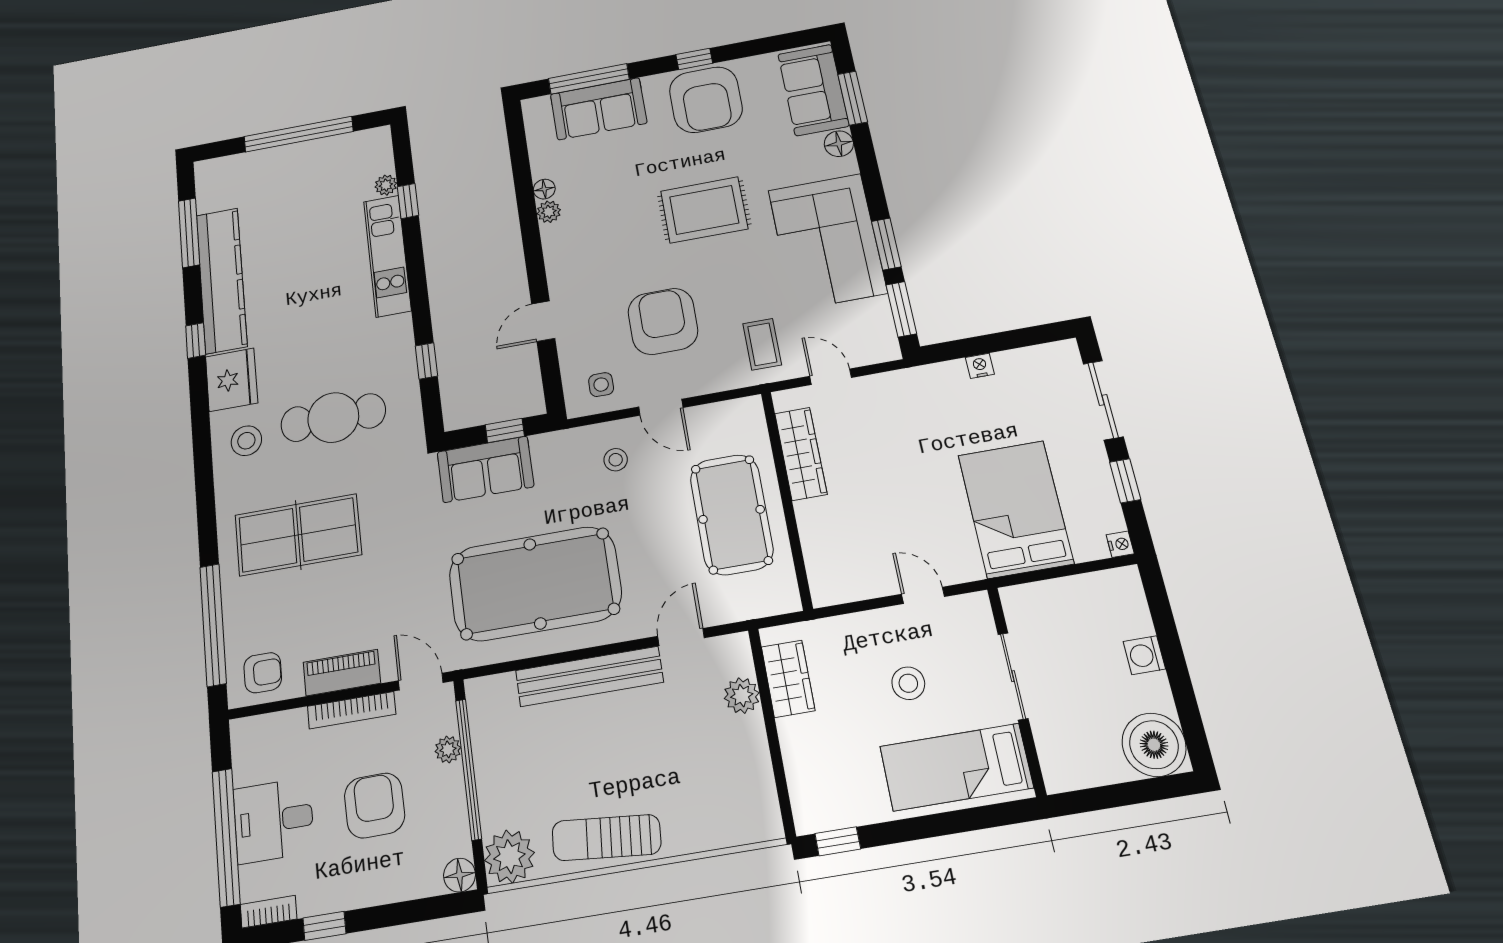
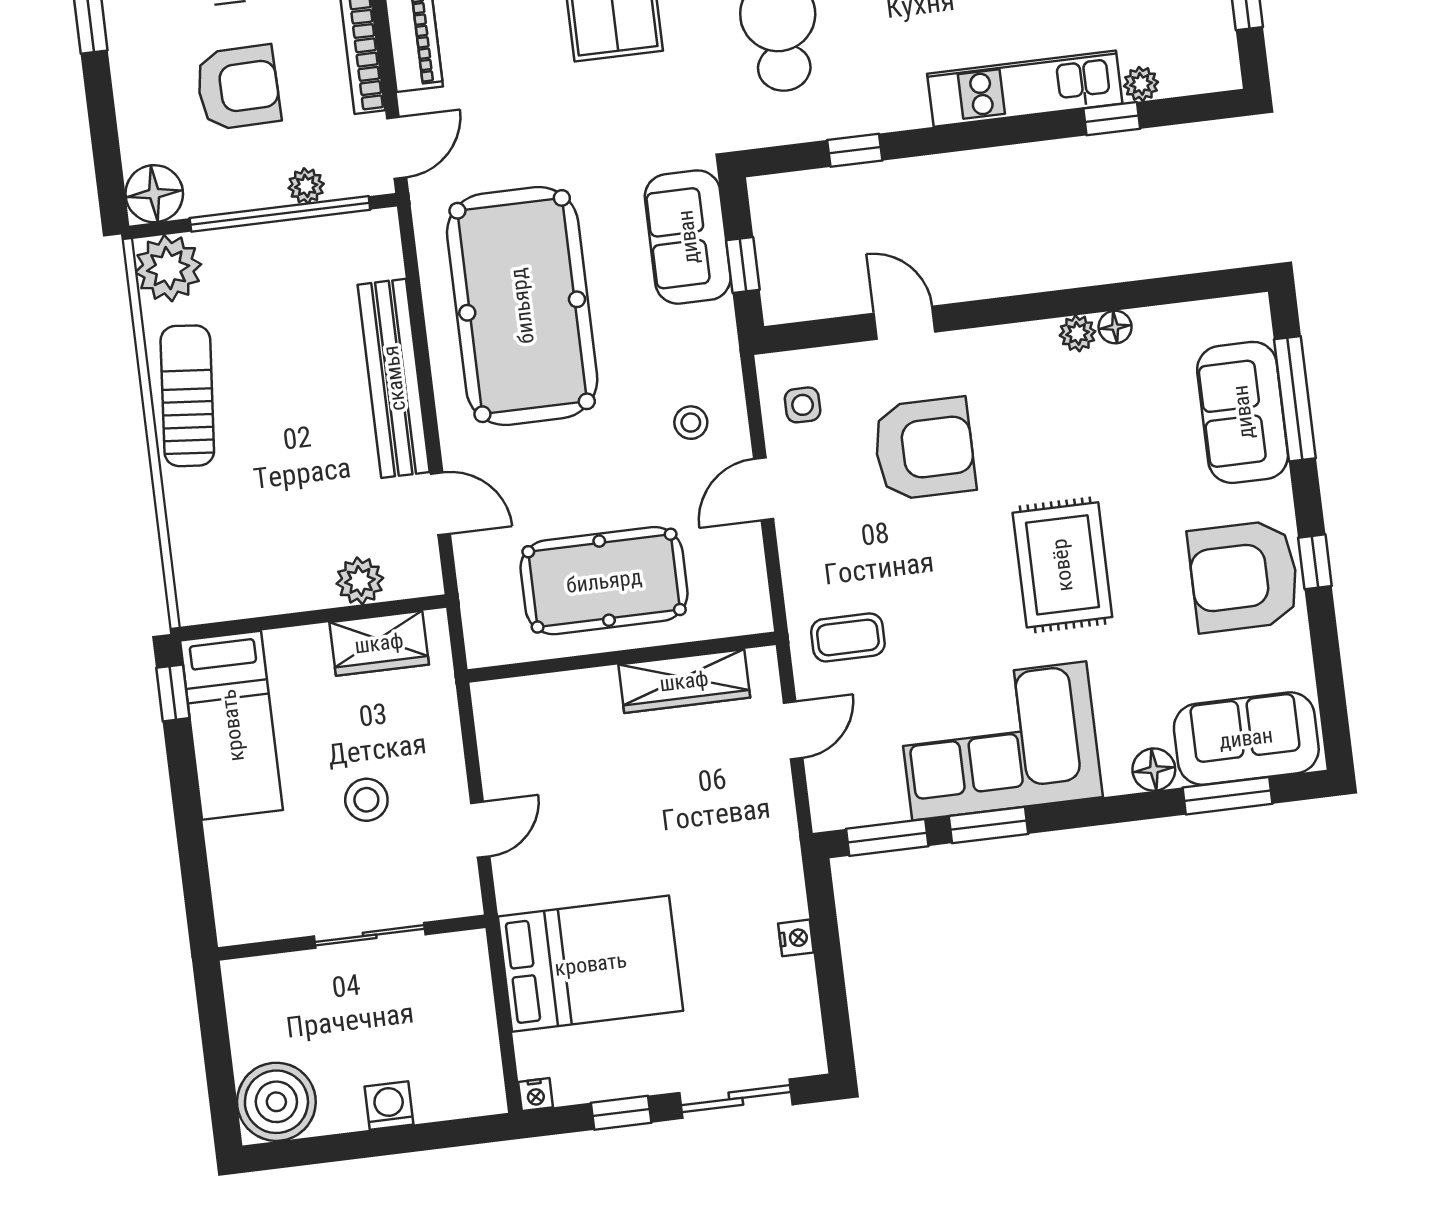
armchair: (663, 321) -> (924, 449), moved
bed: (956, 767) -> (232, 725), moved, turned 180
floor lamp: (459, 875) -> (154, 194), width x1.38, depth x1.38

